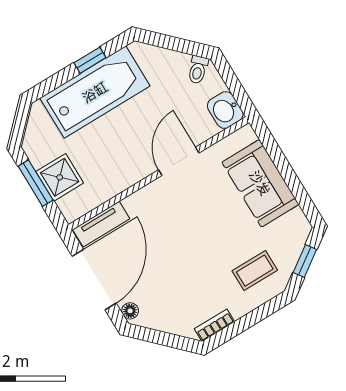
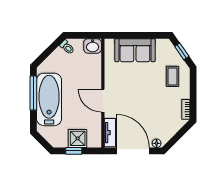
window: (90, 60) -> (33, 93), width x2.17
door: (179, 161) -> (103, 101), moved
window: (36, 183) -> (74, 151), width x0.67

